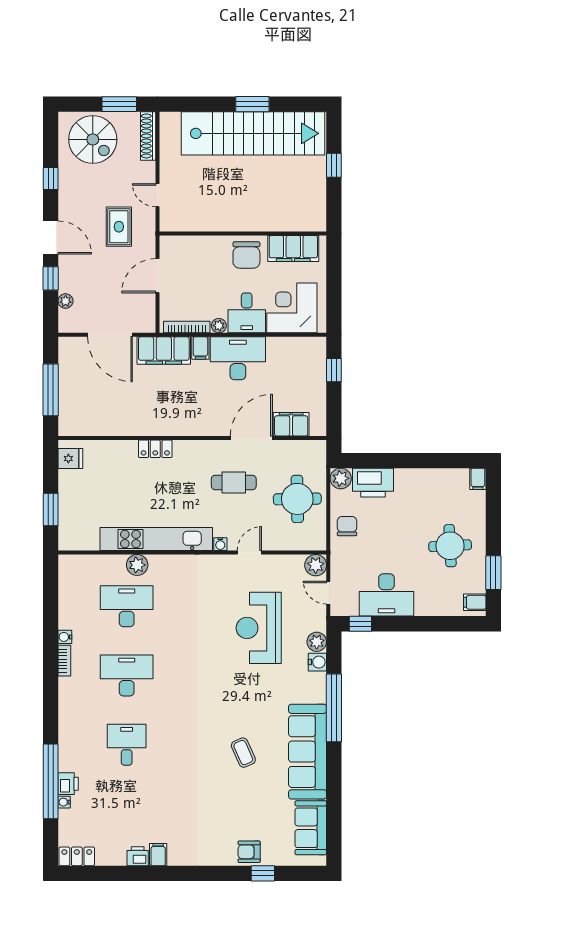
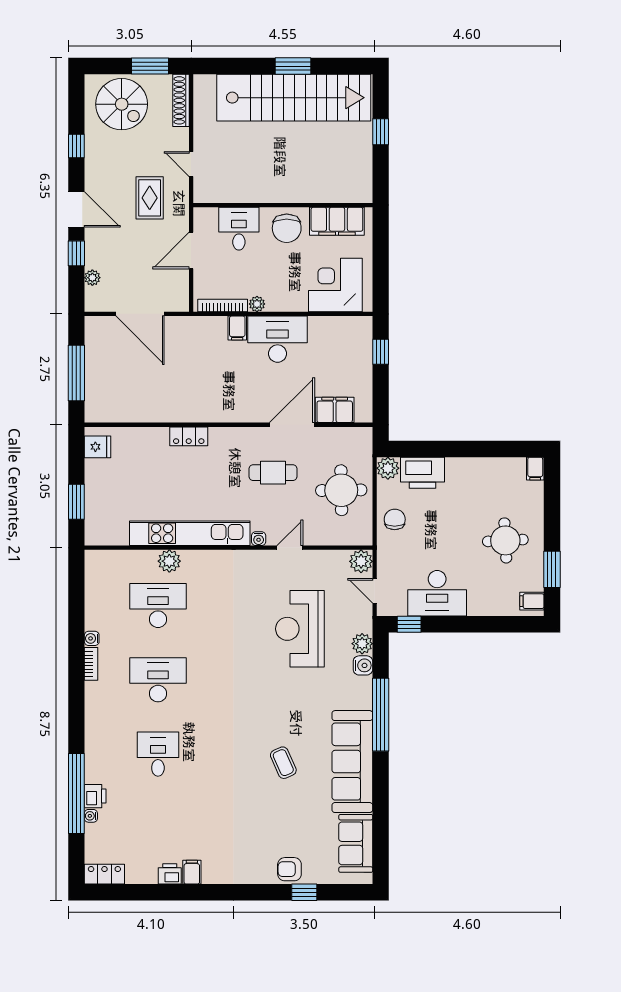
desk: (247, 313) -> (239, 229), moved, turned 180
filing cabinet: (164, 350) -> (198, 331), removed

